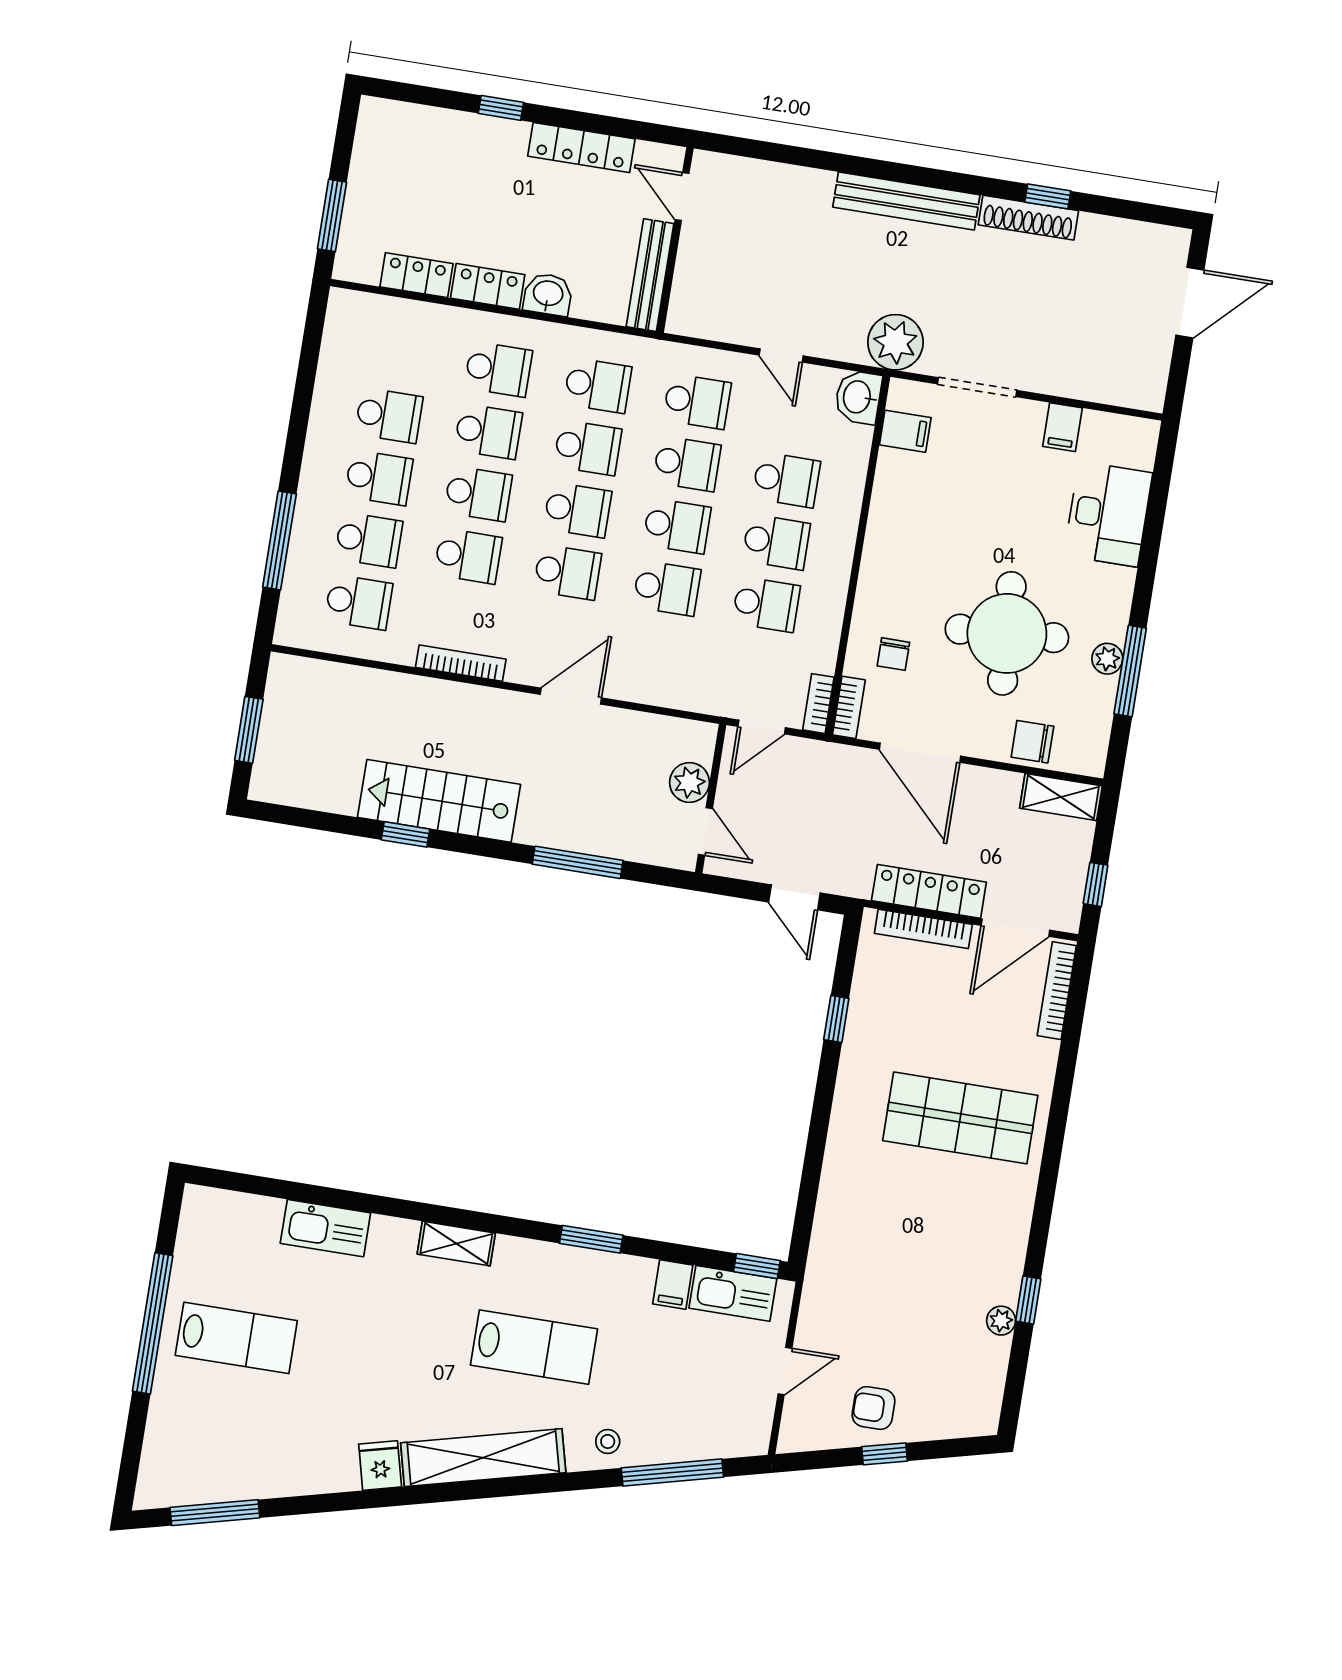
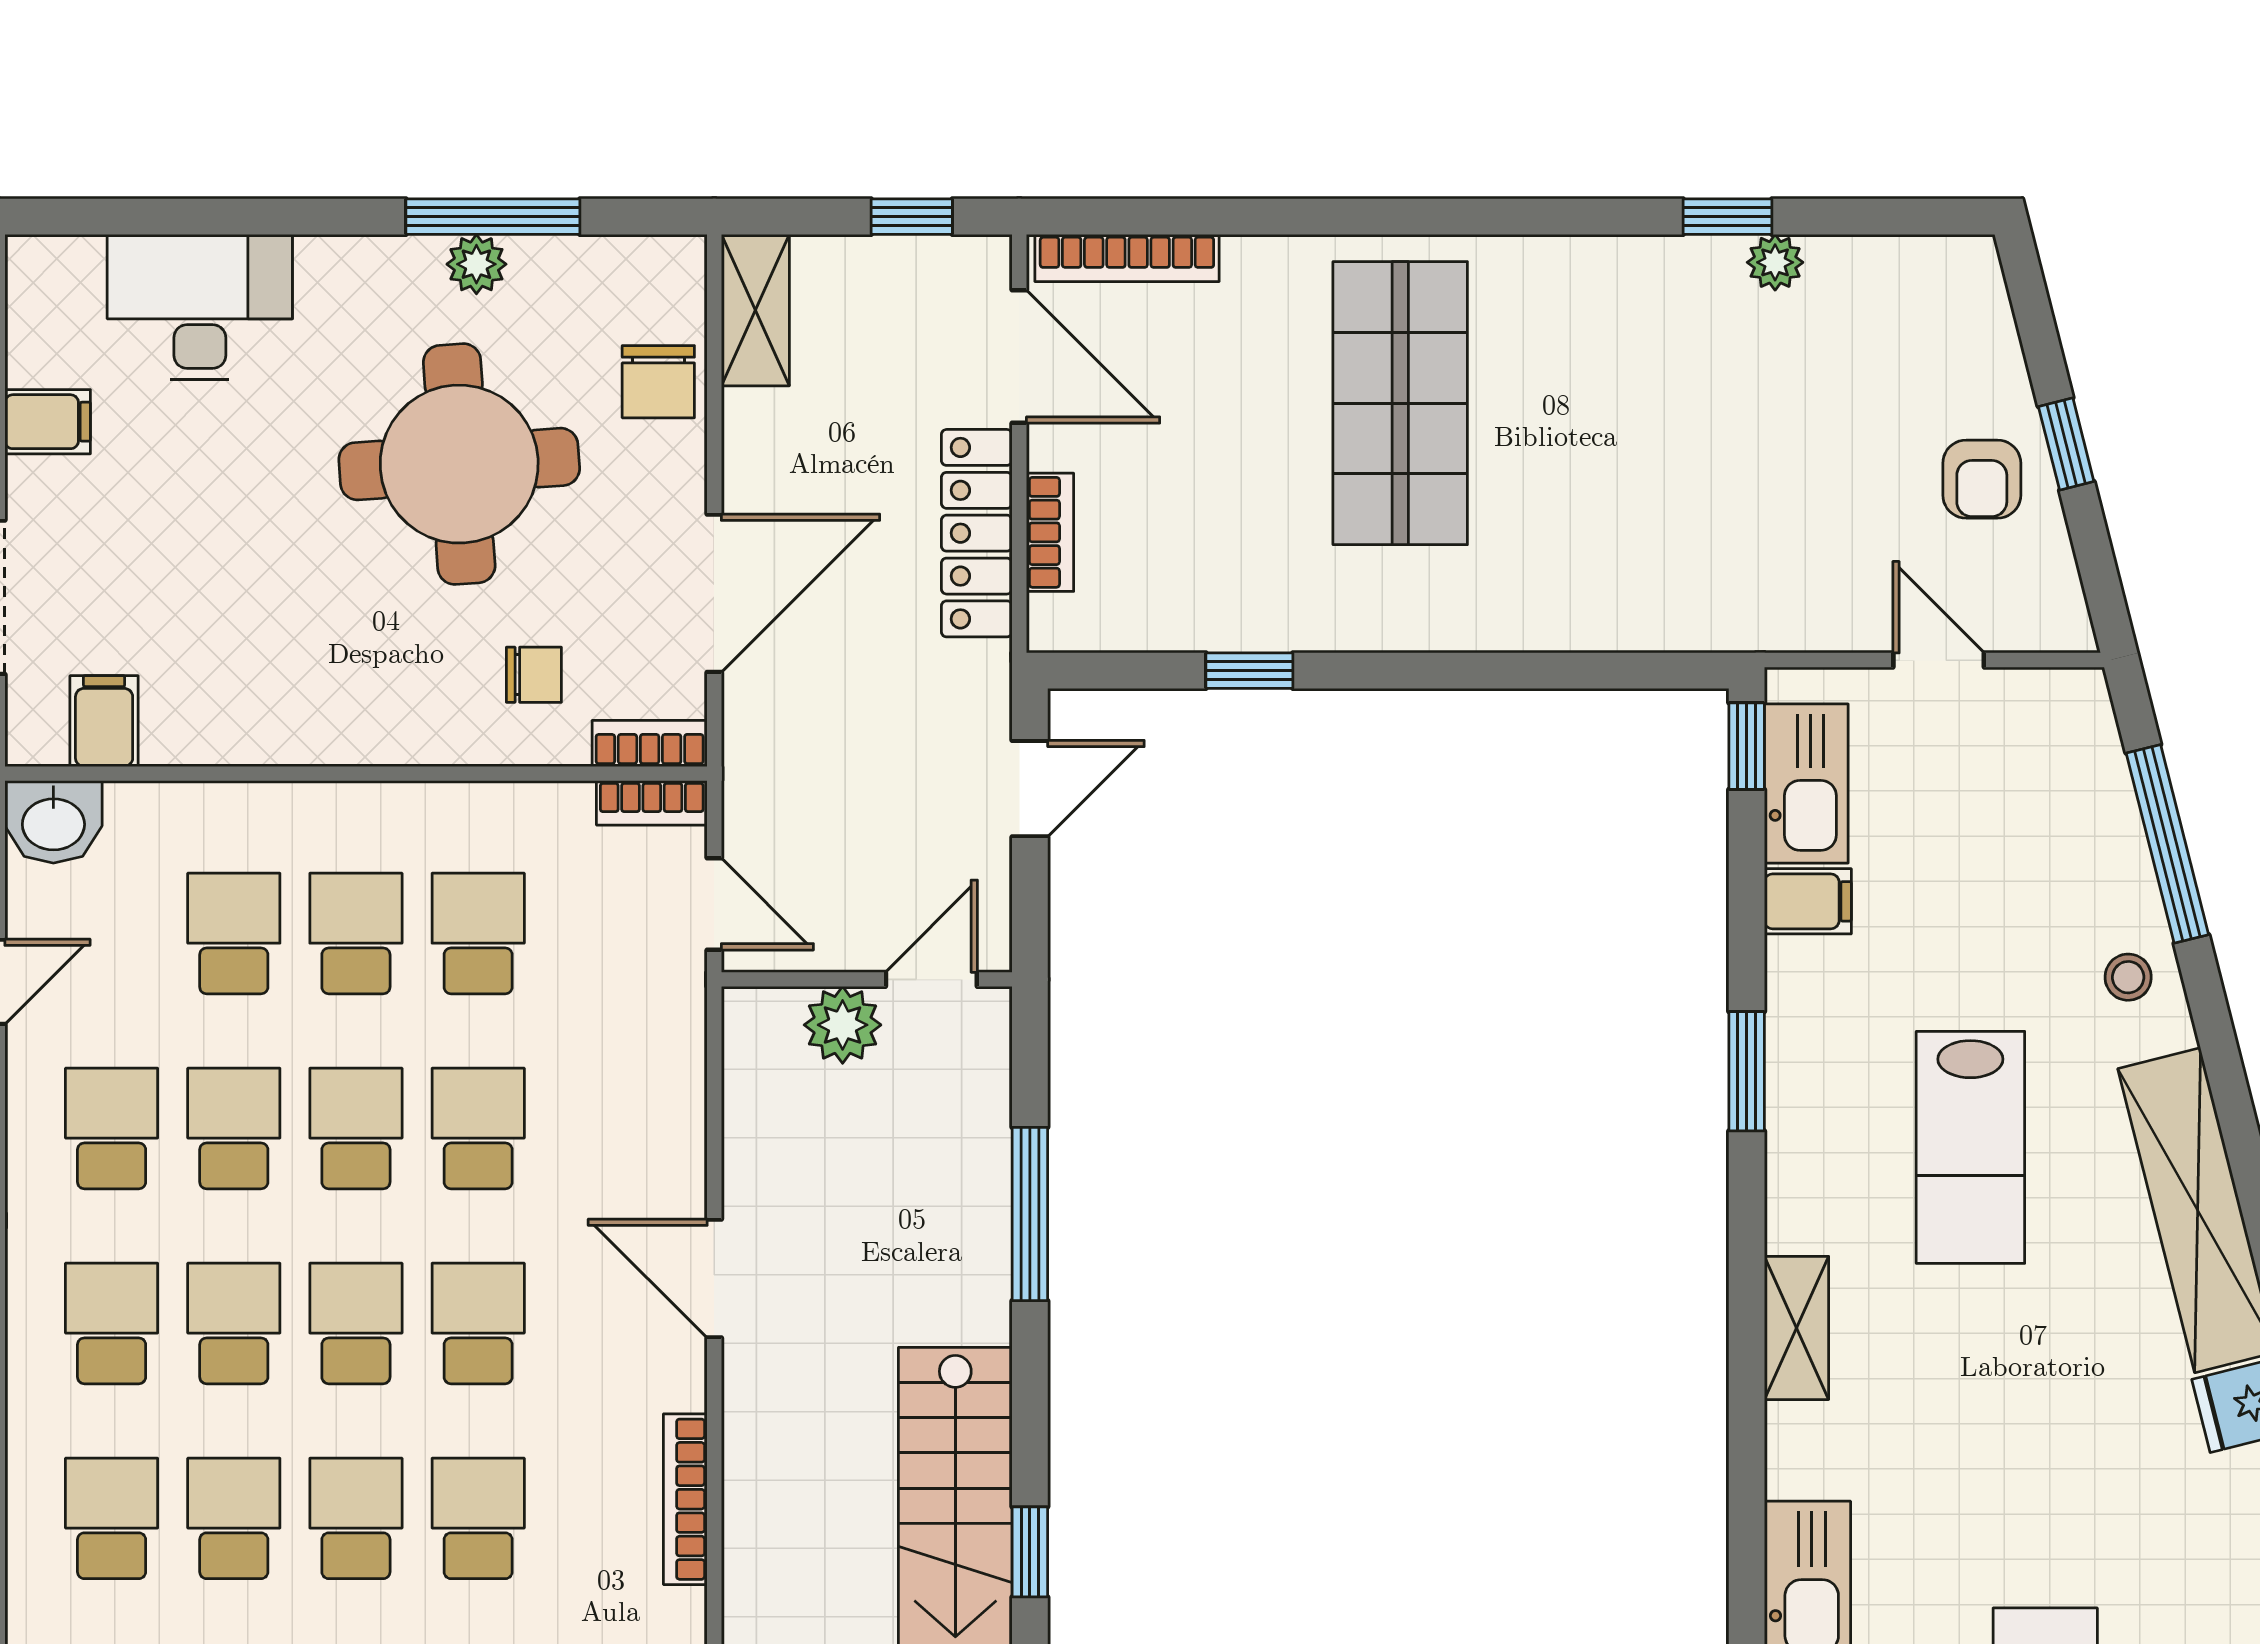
bookcase: (923, 929) -> (1050, 532), width x0.64
lab bench: (534, 1347) -> (1970, 1147), turned 180

